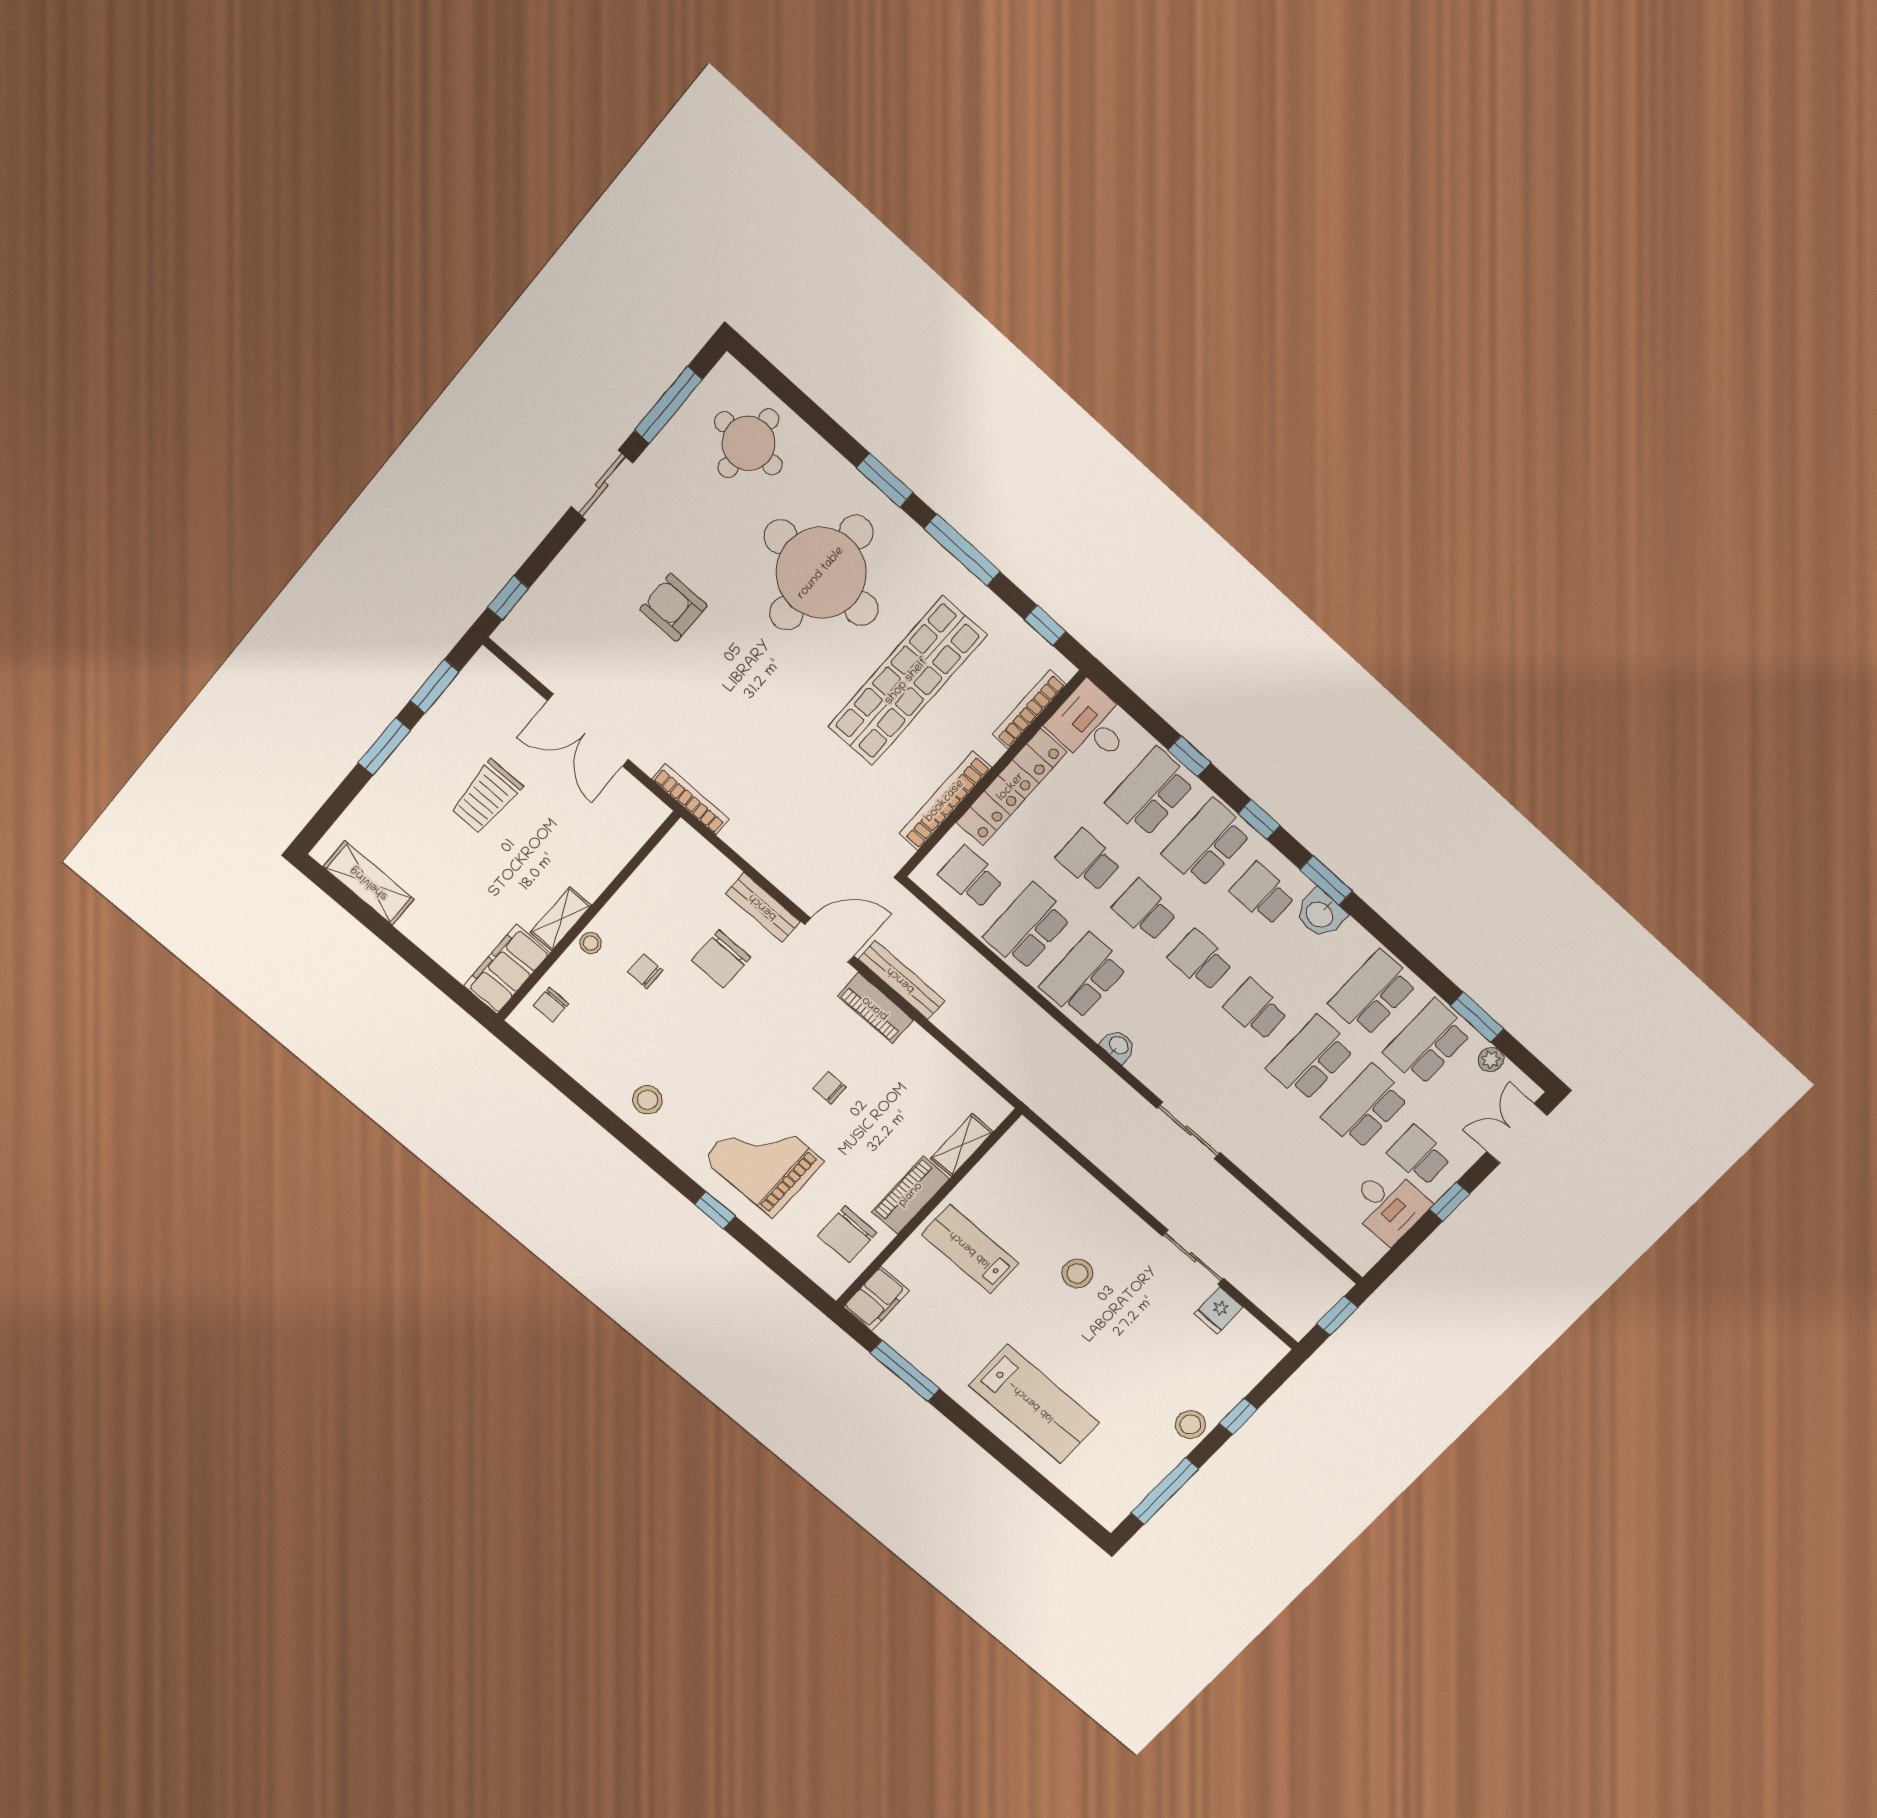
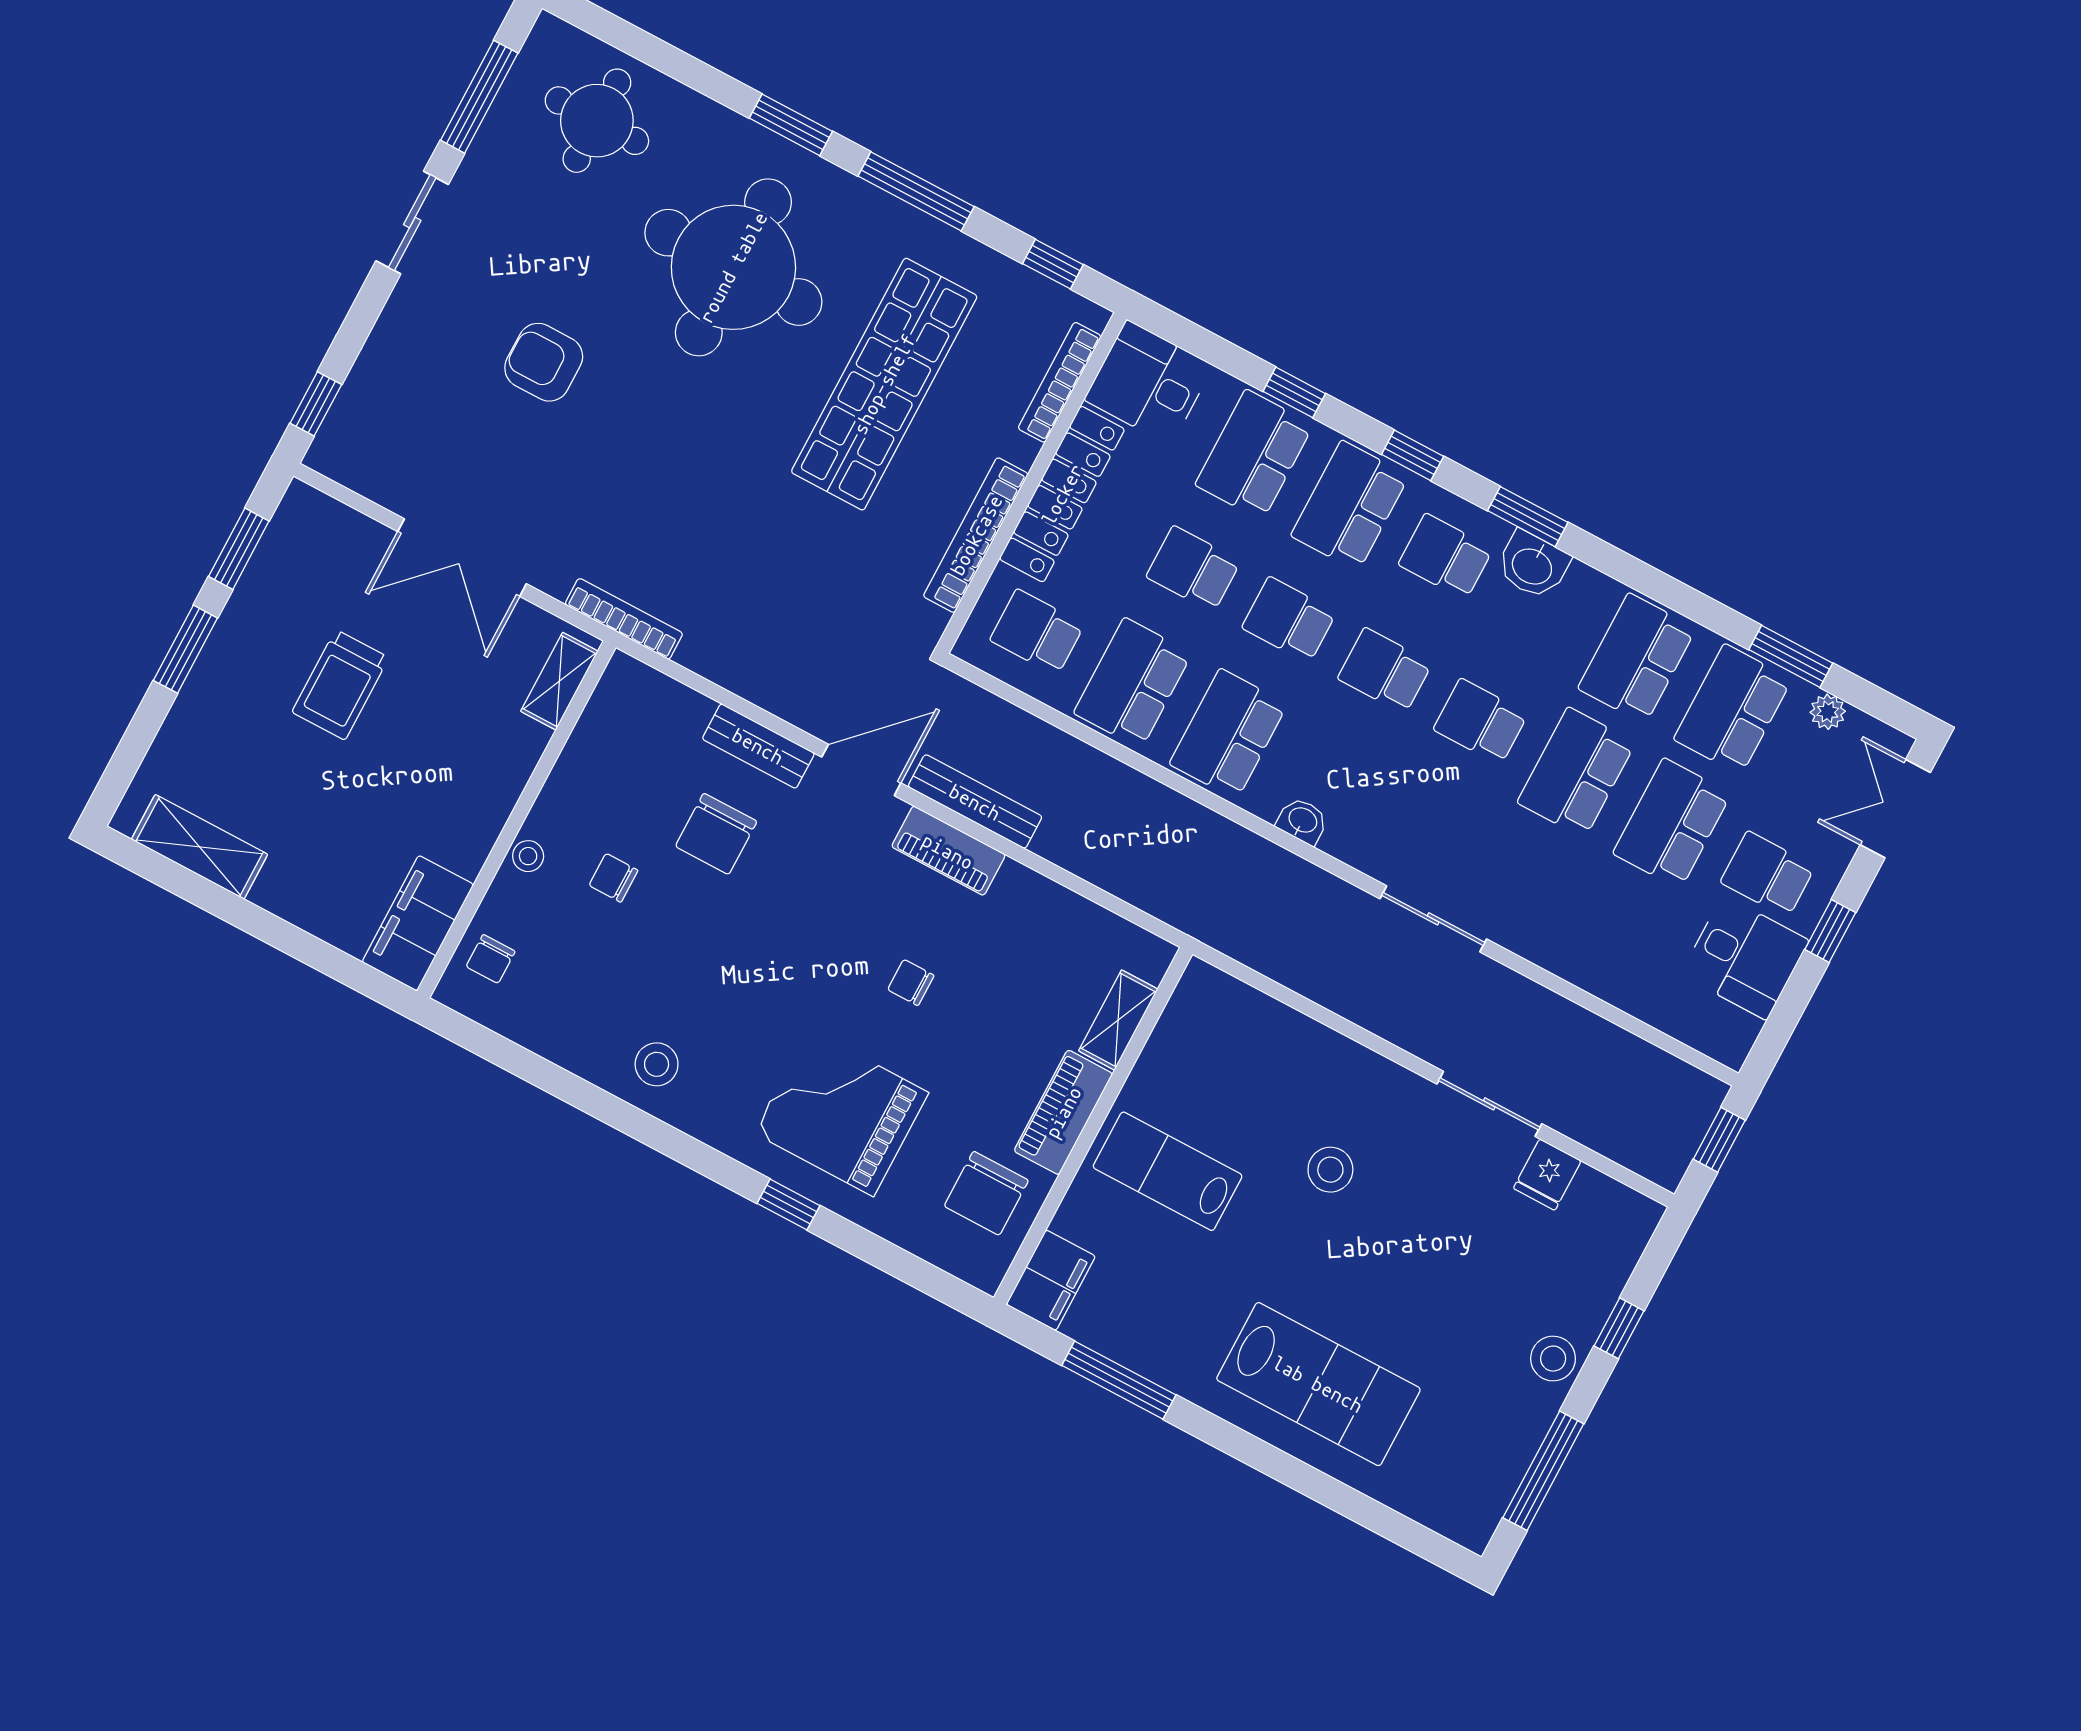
shelving: (561, 919) -> (559, 681), moved

